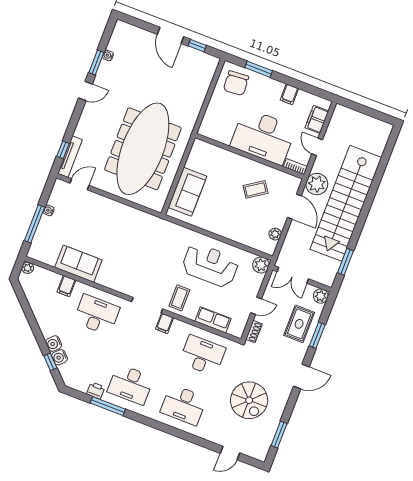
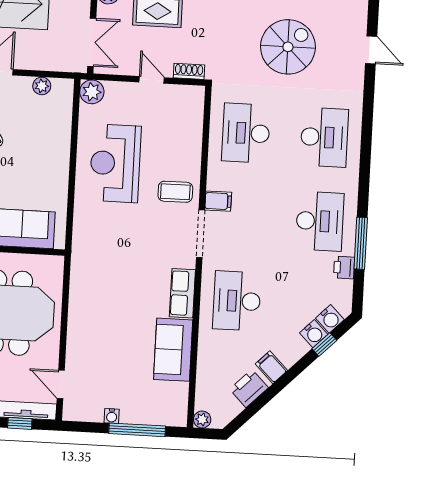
filing cabinet: (66, 286) -> (271, 367), moved, turned -135
printer: (38, 304) -> (249, 388), added
row of seats: (213, 320) -> (182, 293), moved
water cooler: (54, 344) -> (330, 319), moved

